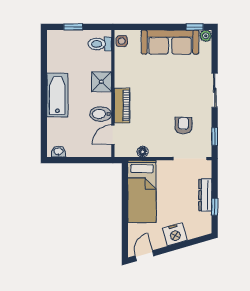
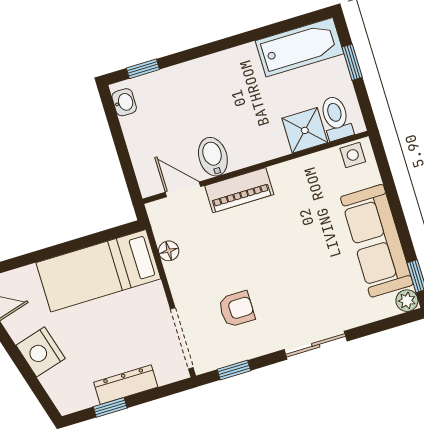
shower: (101, 82) -> (305, 130), moved
bathtub: (57, 95) -> (300, 47), moved
window: (44, 137) -> (143, 69), added

